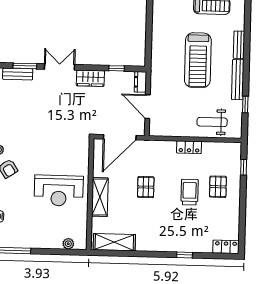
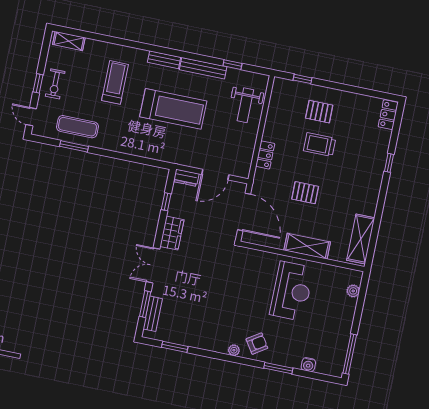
locker: (189, 147) -> (265, 155), moved

